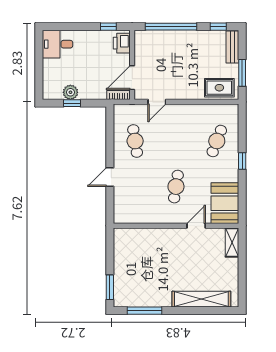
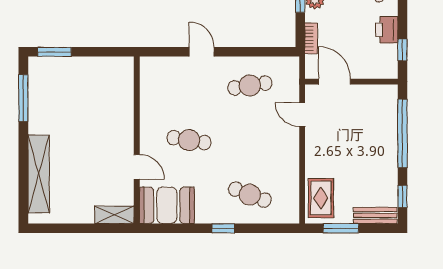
printer: (122, 43) -> (387, 30), moved, turned -90
bookcase: (118, 95) -> (311, 38), moved

